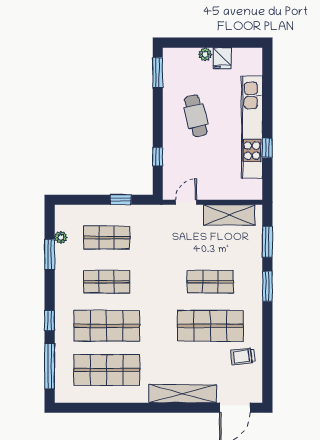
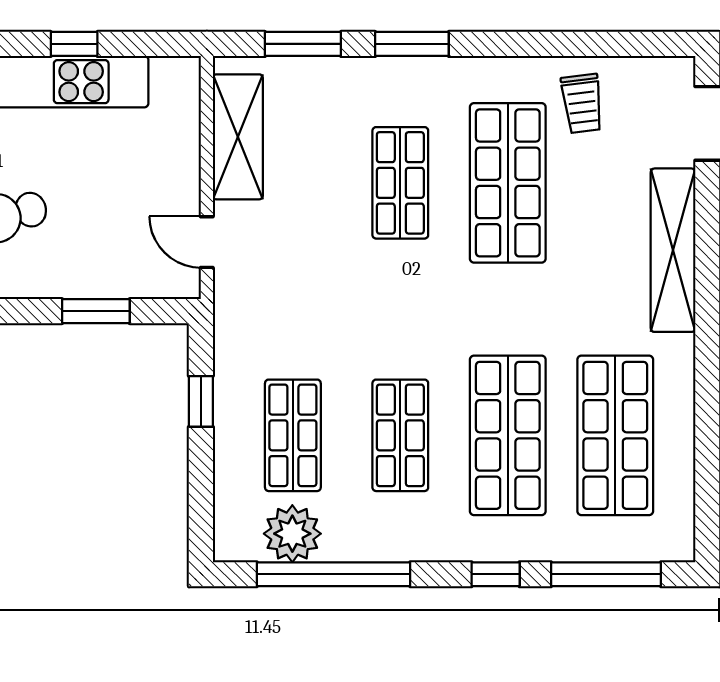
window: (158, 157) -> (96, 311), width x1.50
plant: (61, 237) -> (292, 534), width x1.88, depth x1.88
window: (50, 254) -> (333, 574), width x2.11

